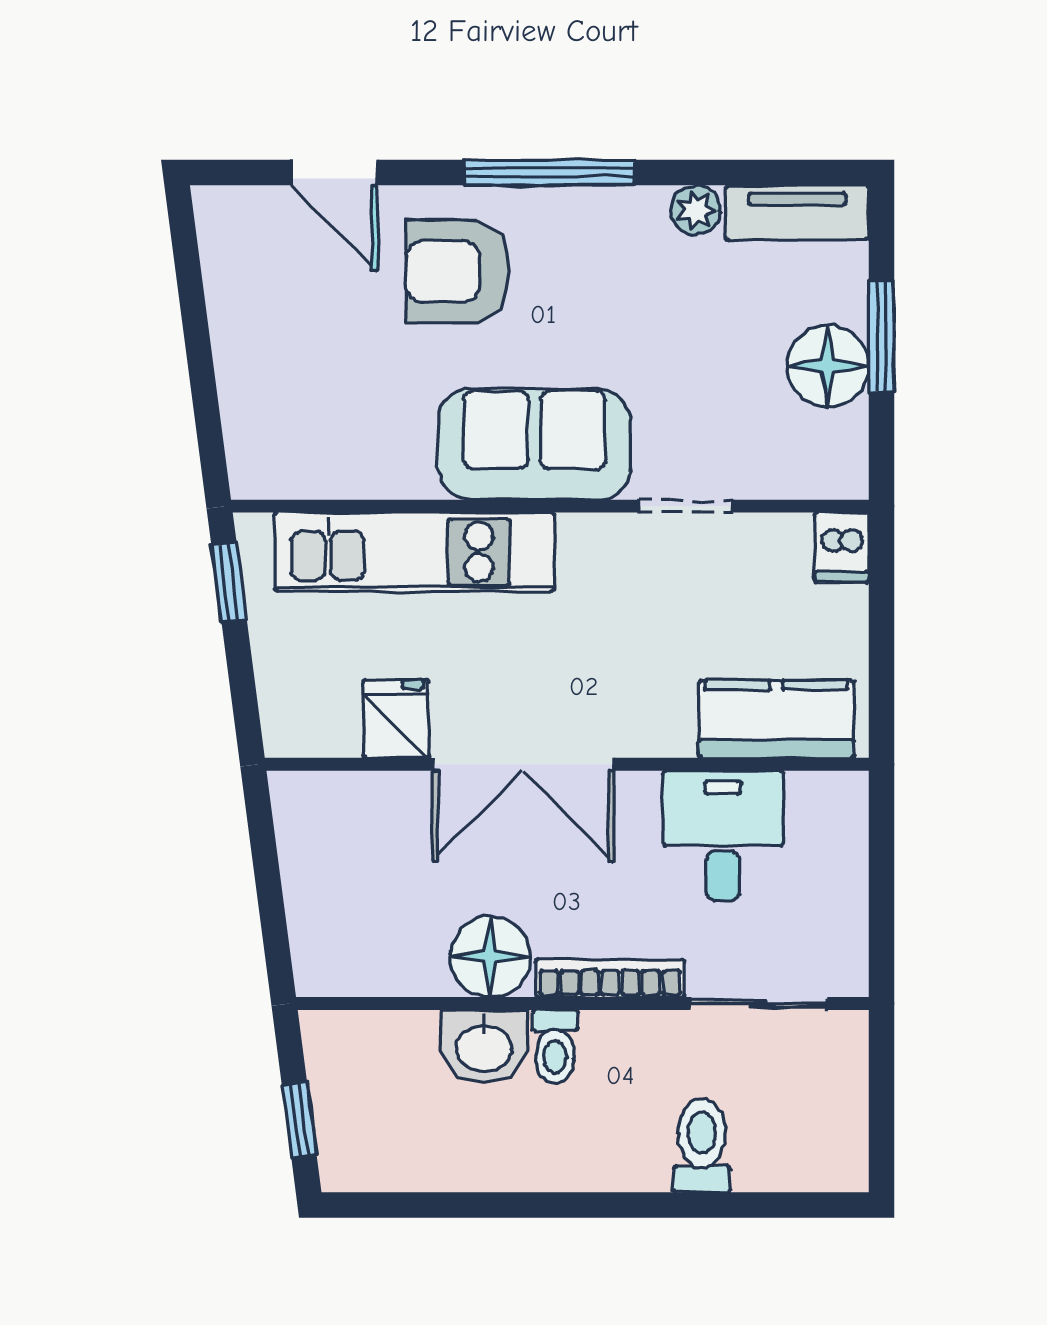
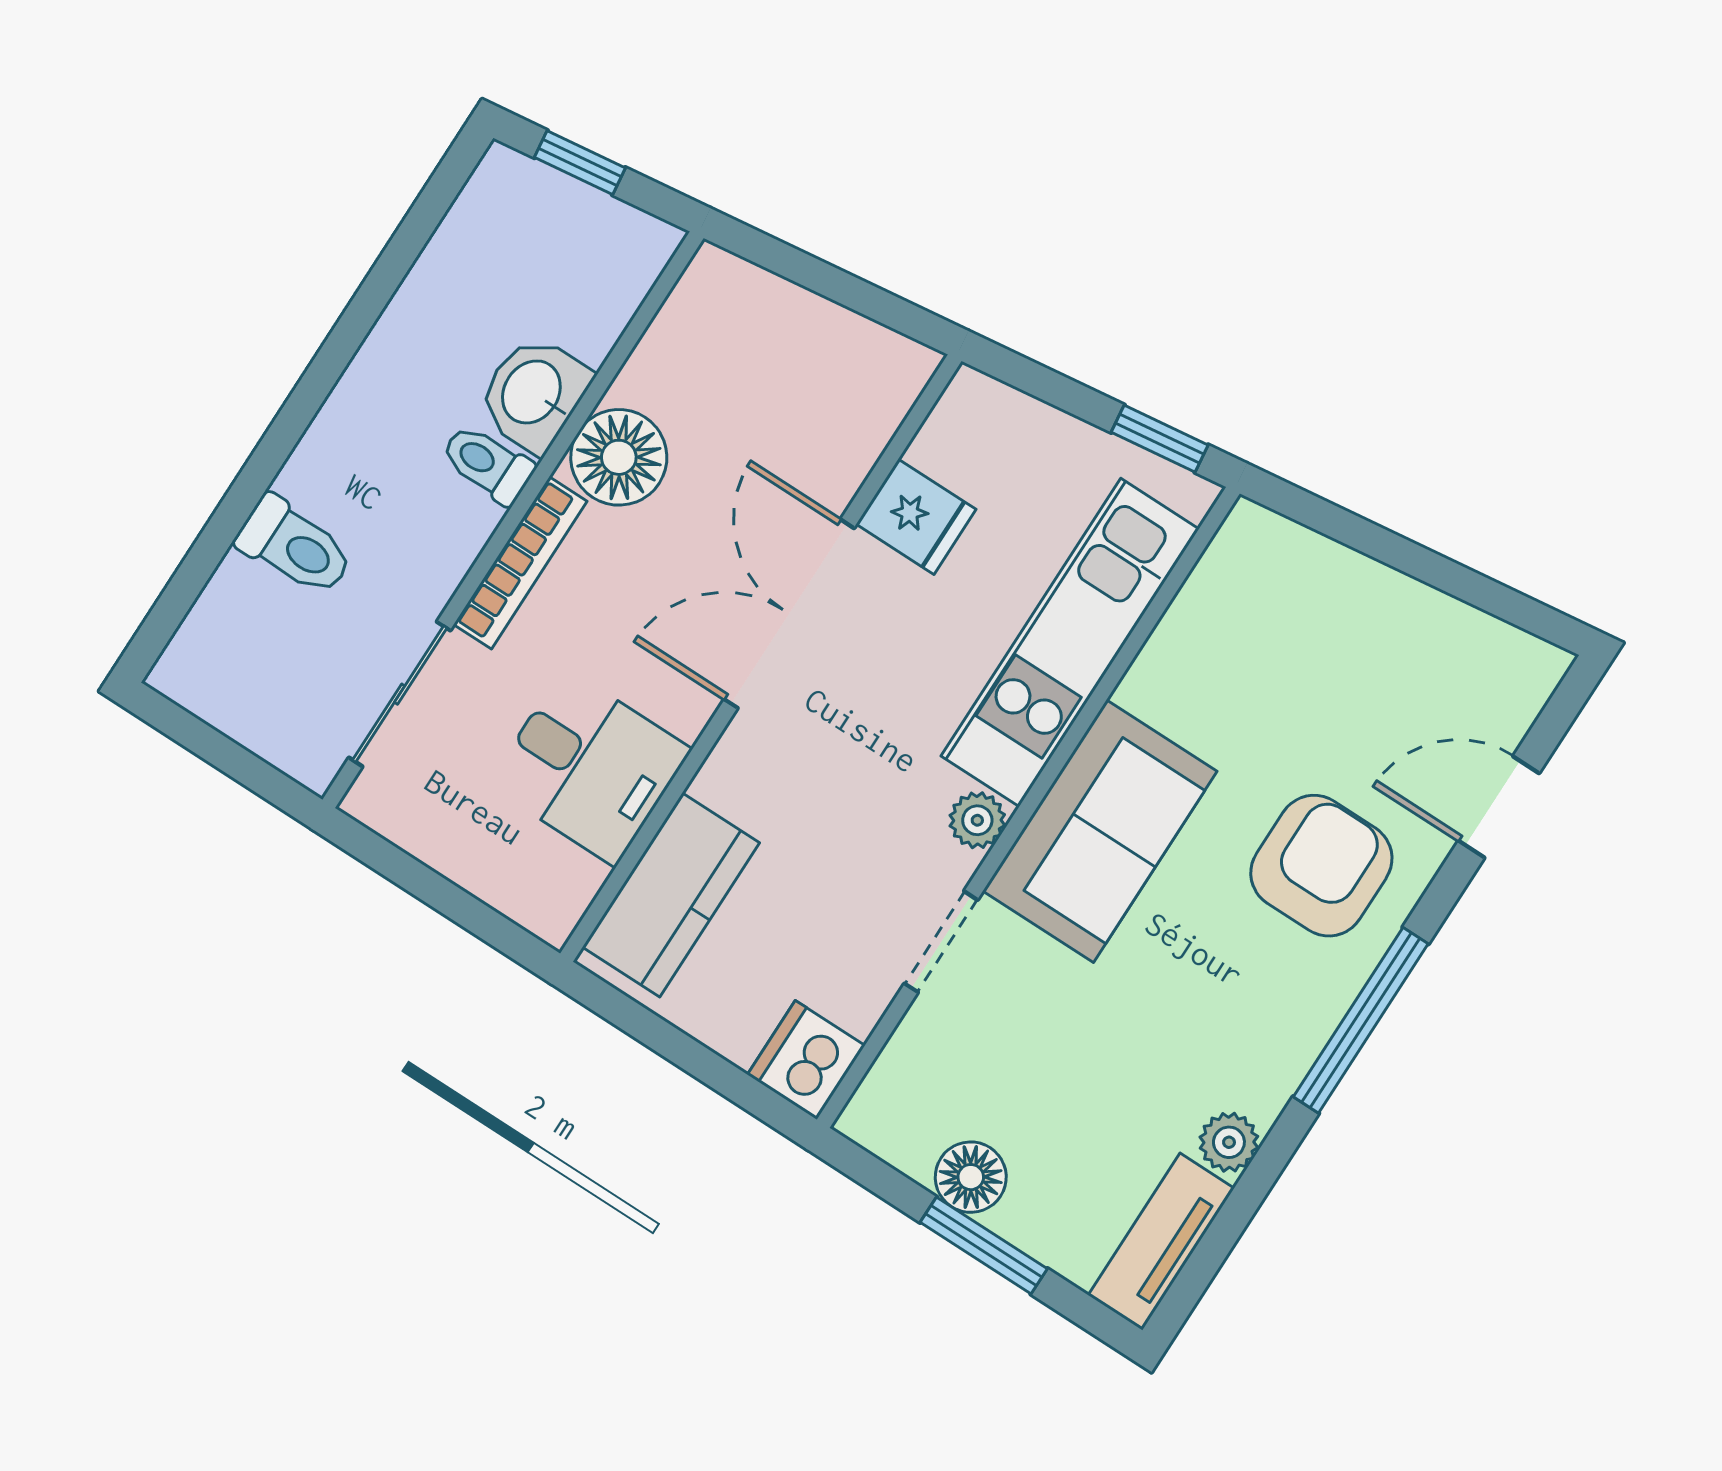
floor lamp: (828, 366) -> (971, 1177), width x0.73, depth x0.73
plant: (583, 536) -> (977, 820), added
dishwasher: (842, 547) -> (806, 1060), width x1.38

